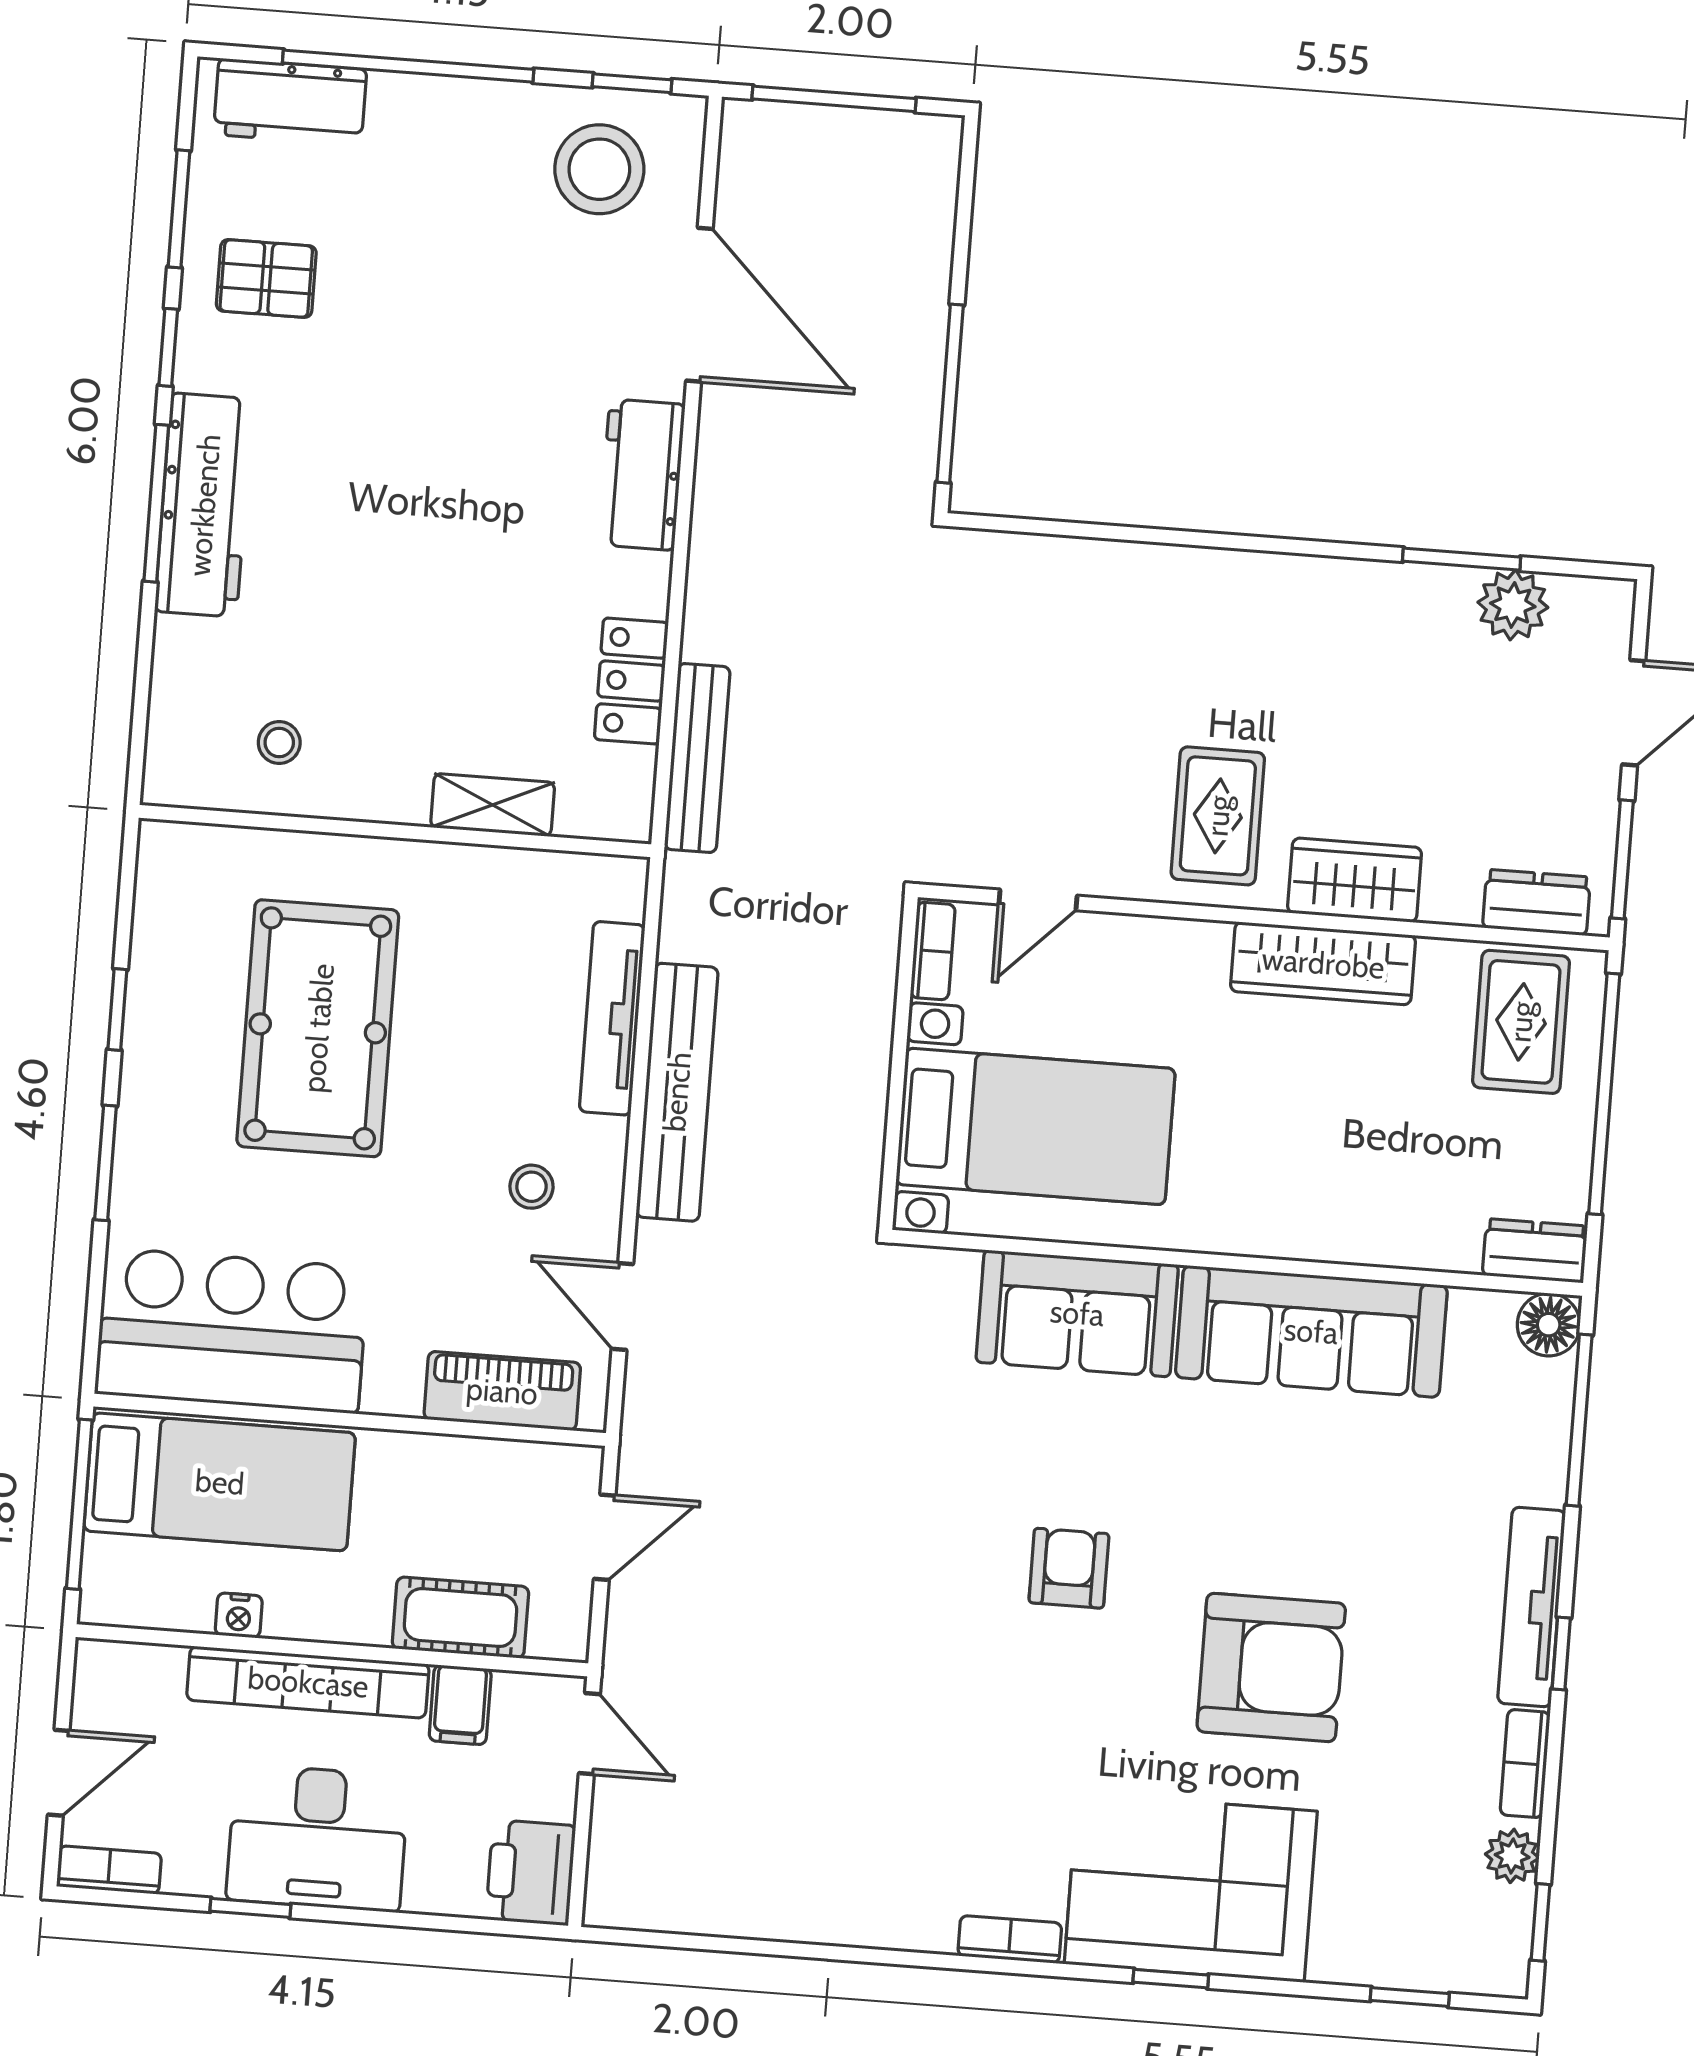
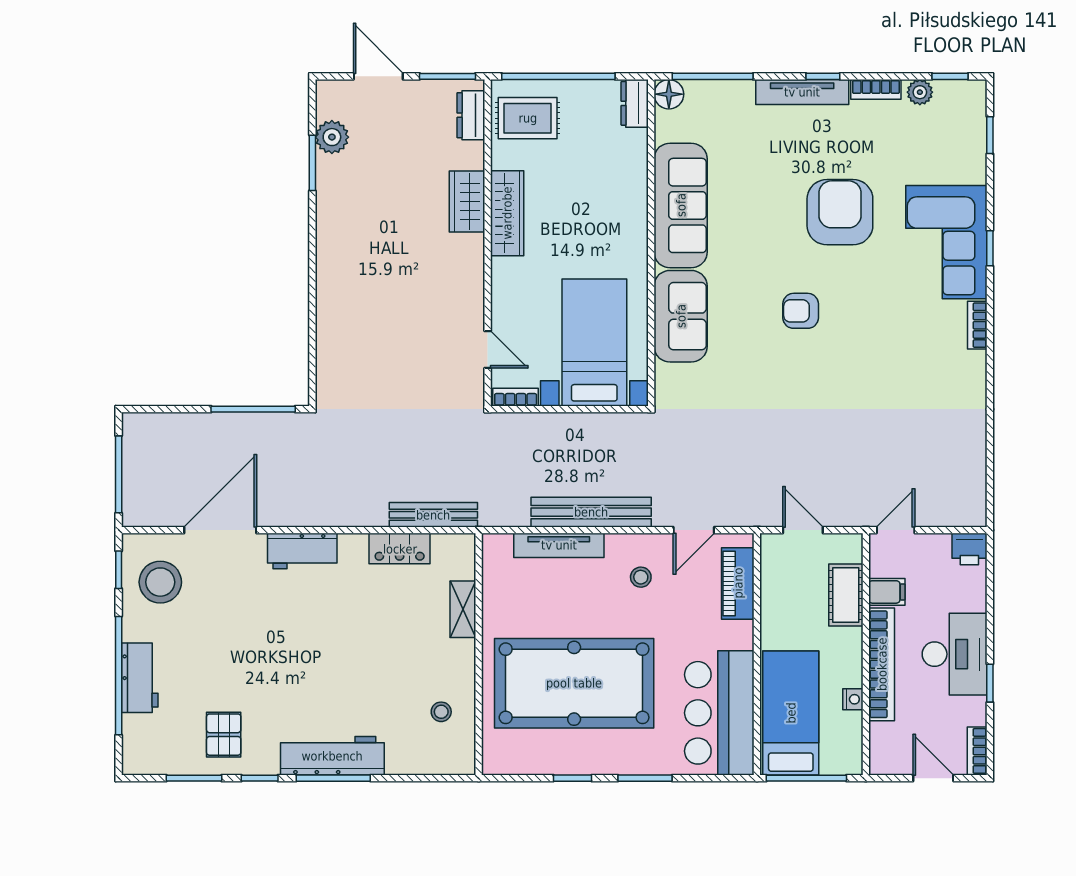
workbench: (290, 102) -> (140, 678), moved
rug: (1218, 816) -> (442, 268), removed
pool table: (318, 1028) -> (574, 683), width x1.36, depth x1.32
printer: (531, 1873) -> (969, 549), width x0.73, depth x0.81

